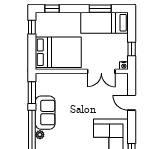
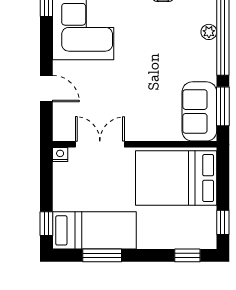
window: (132, 49) -> (46, 224), moved
sofa: (45, 113) -> (199, 111), moved

